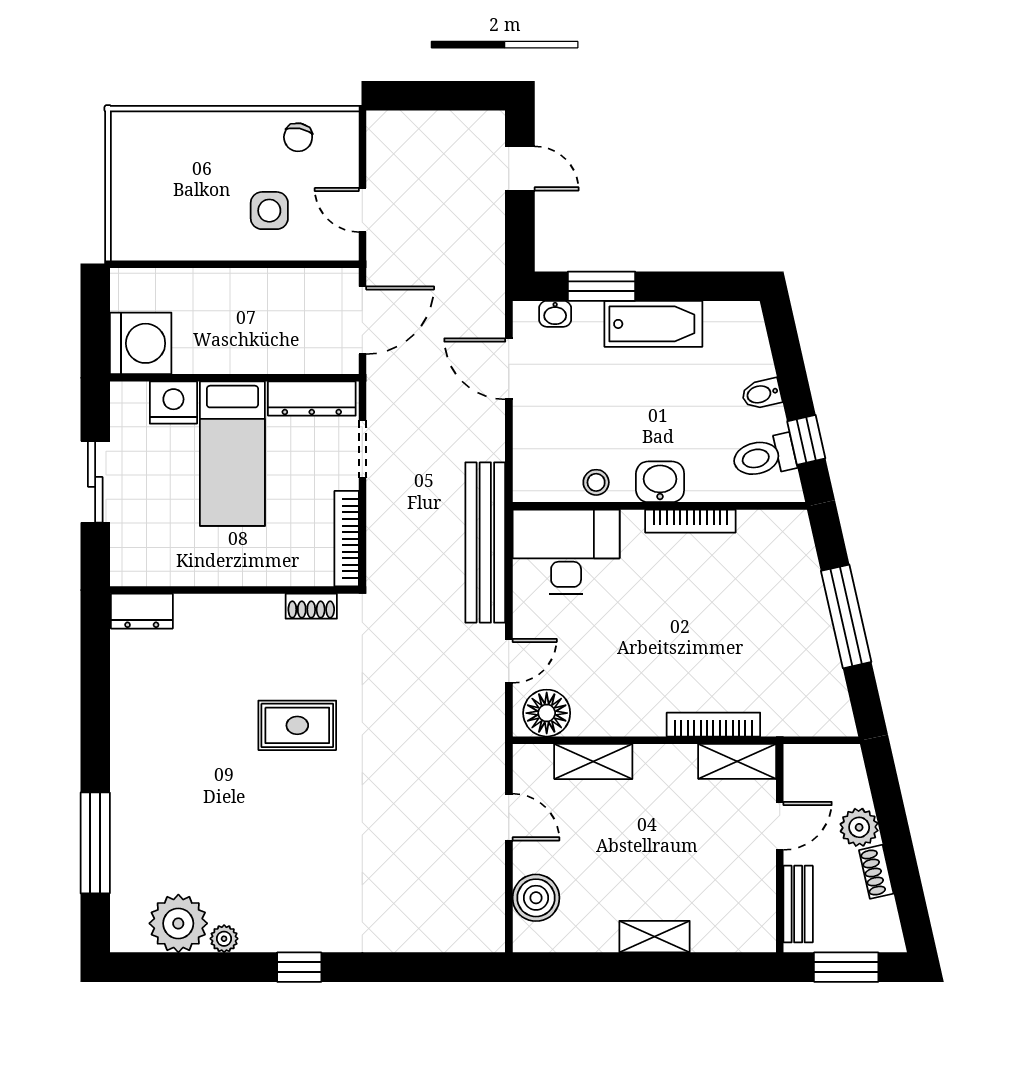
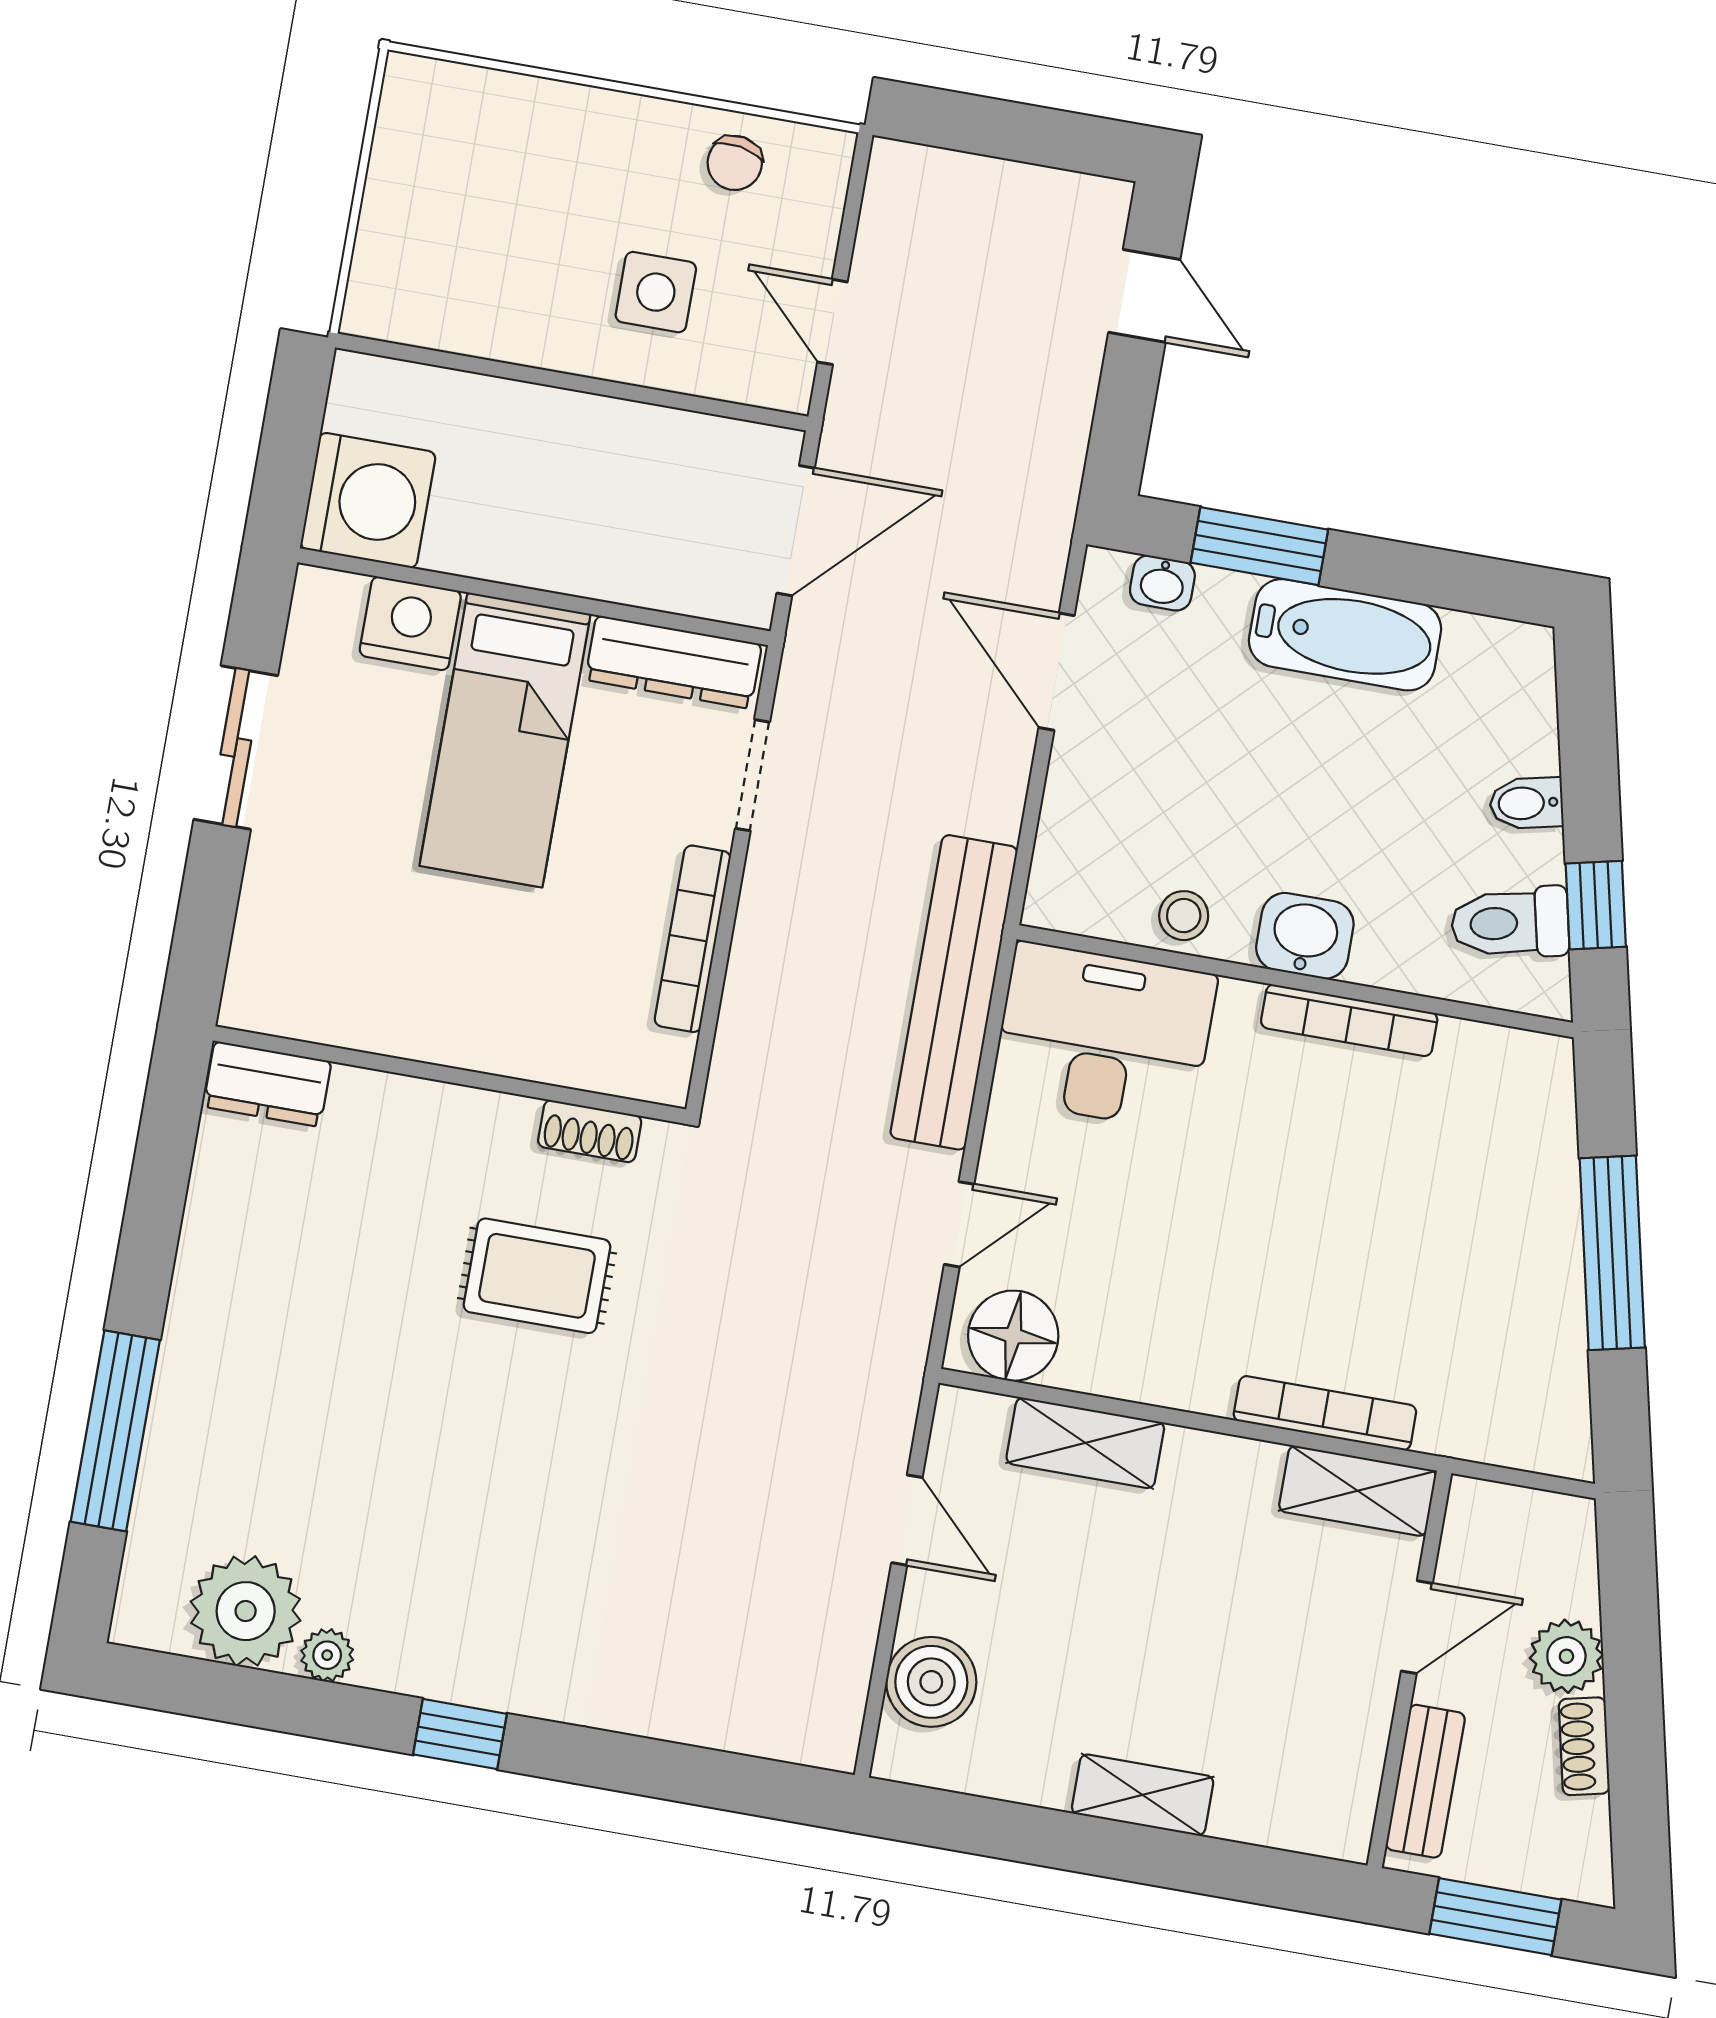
wall: (234, 590) -> (450, 1075), moved
shoe rack: (311, 606) -> (590, 1131), moved
dresser: (142, 611) -> (267, 1084), moved

